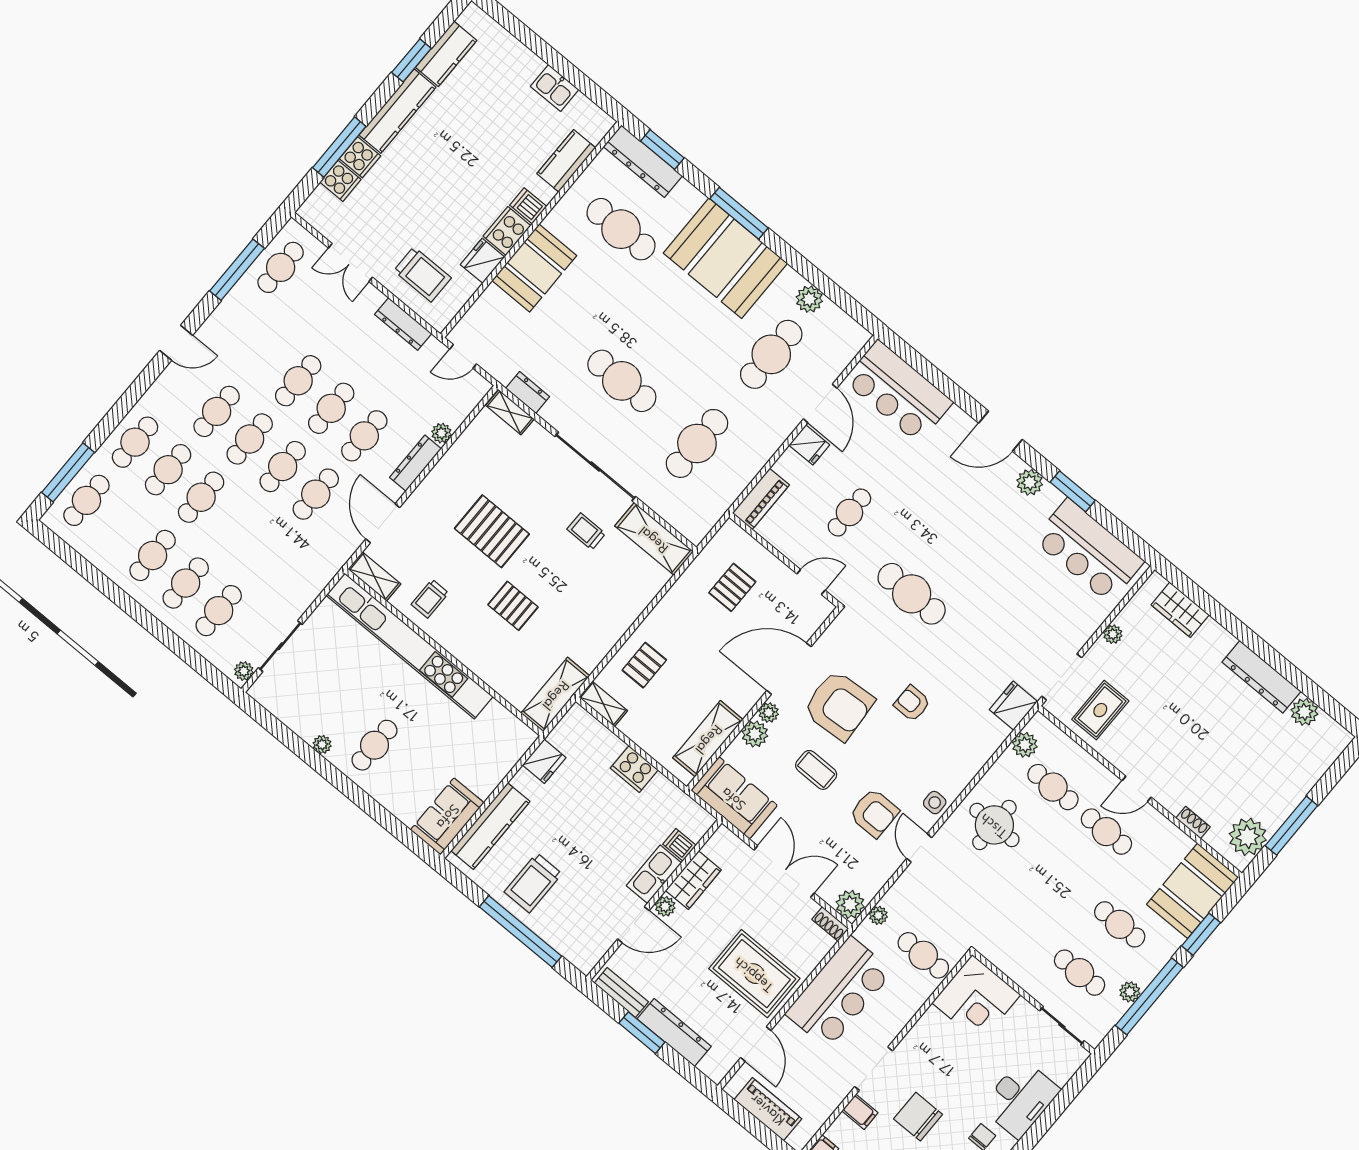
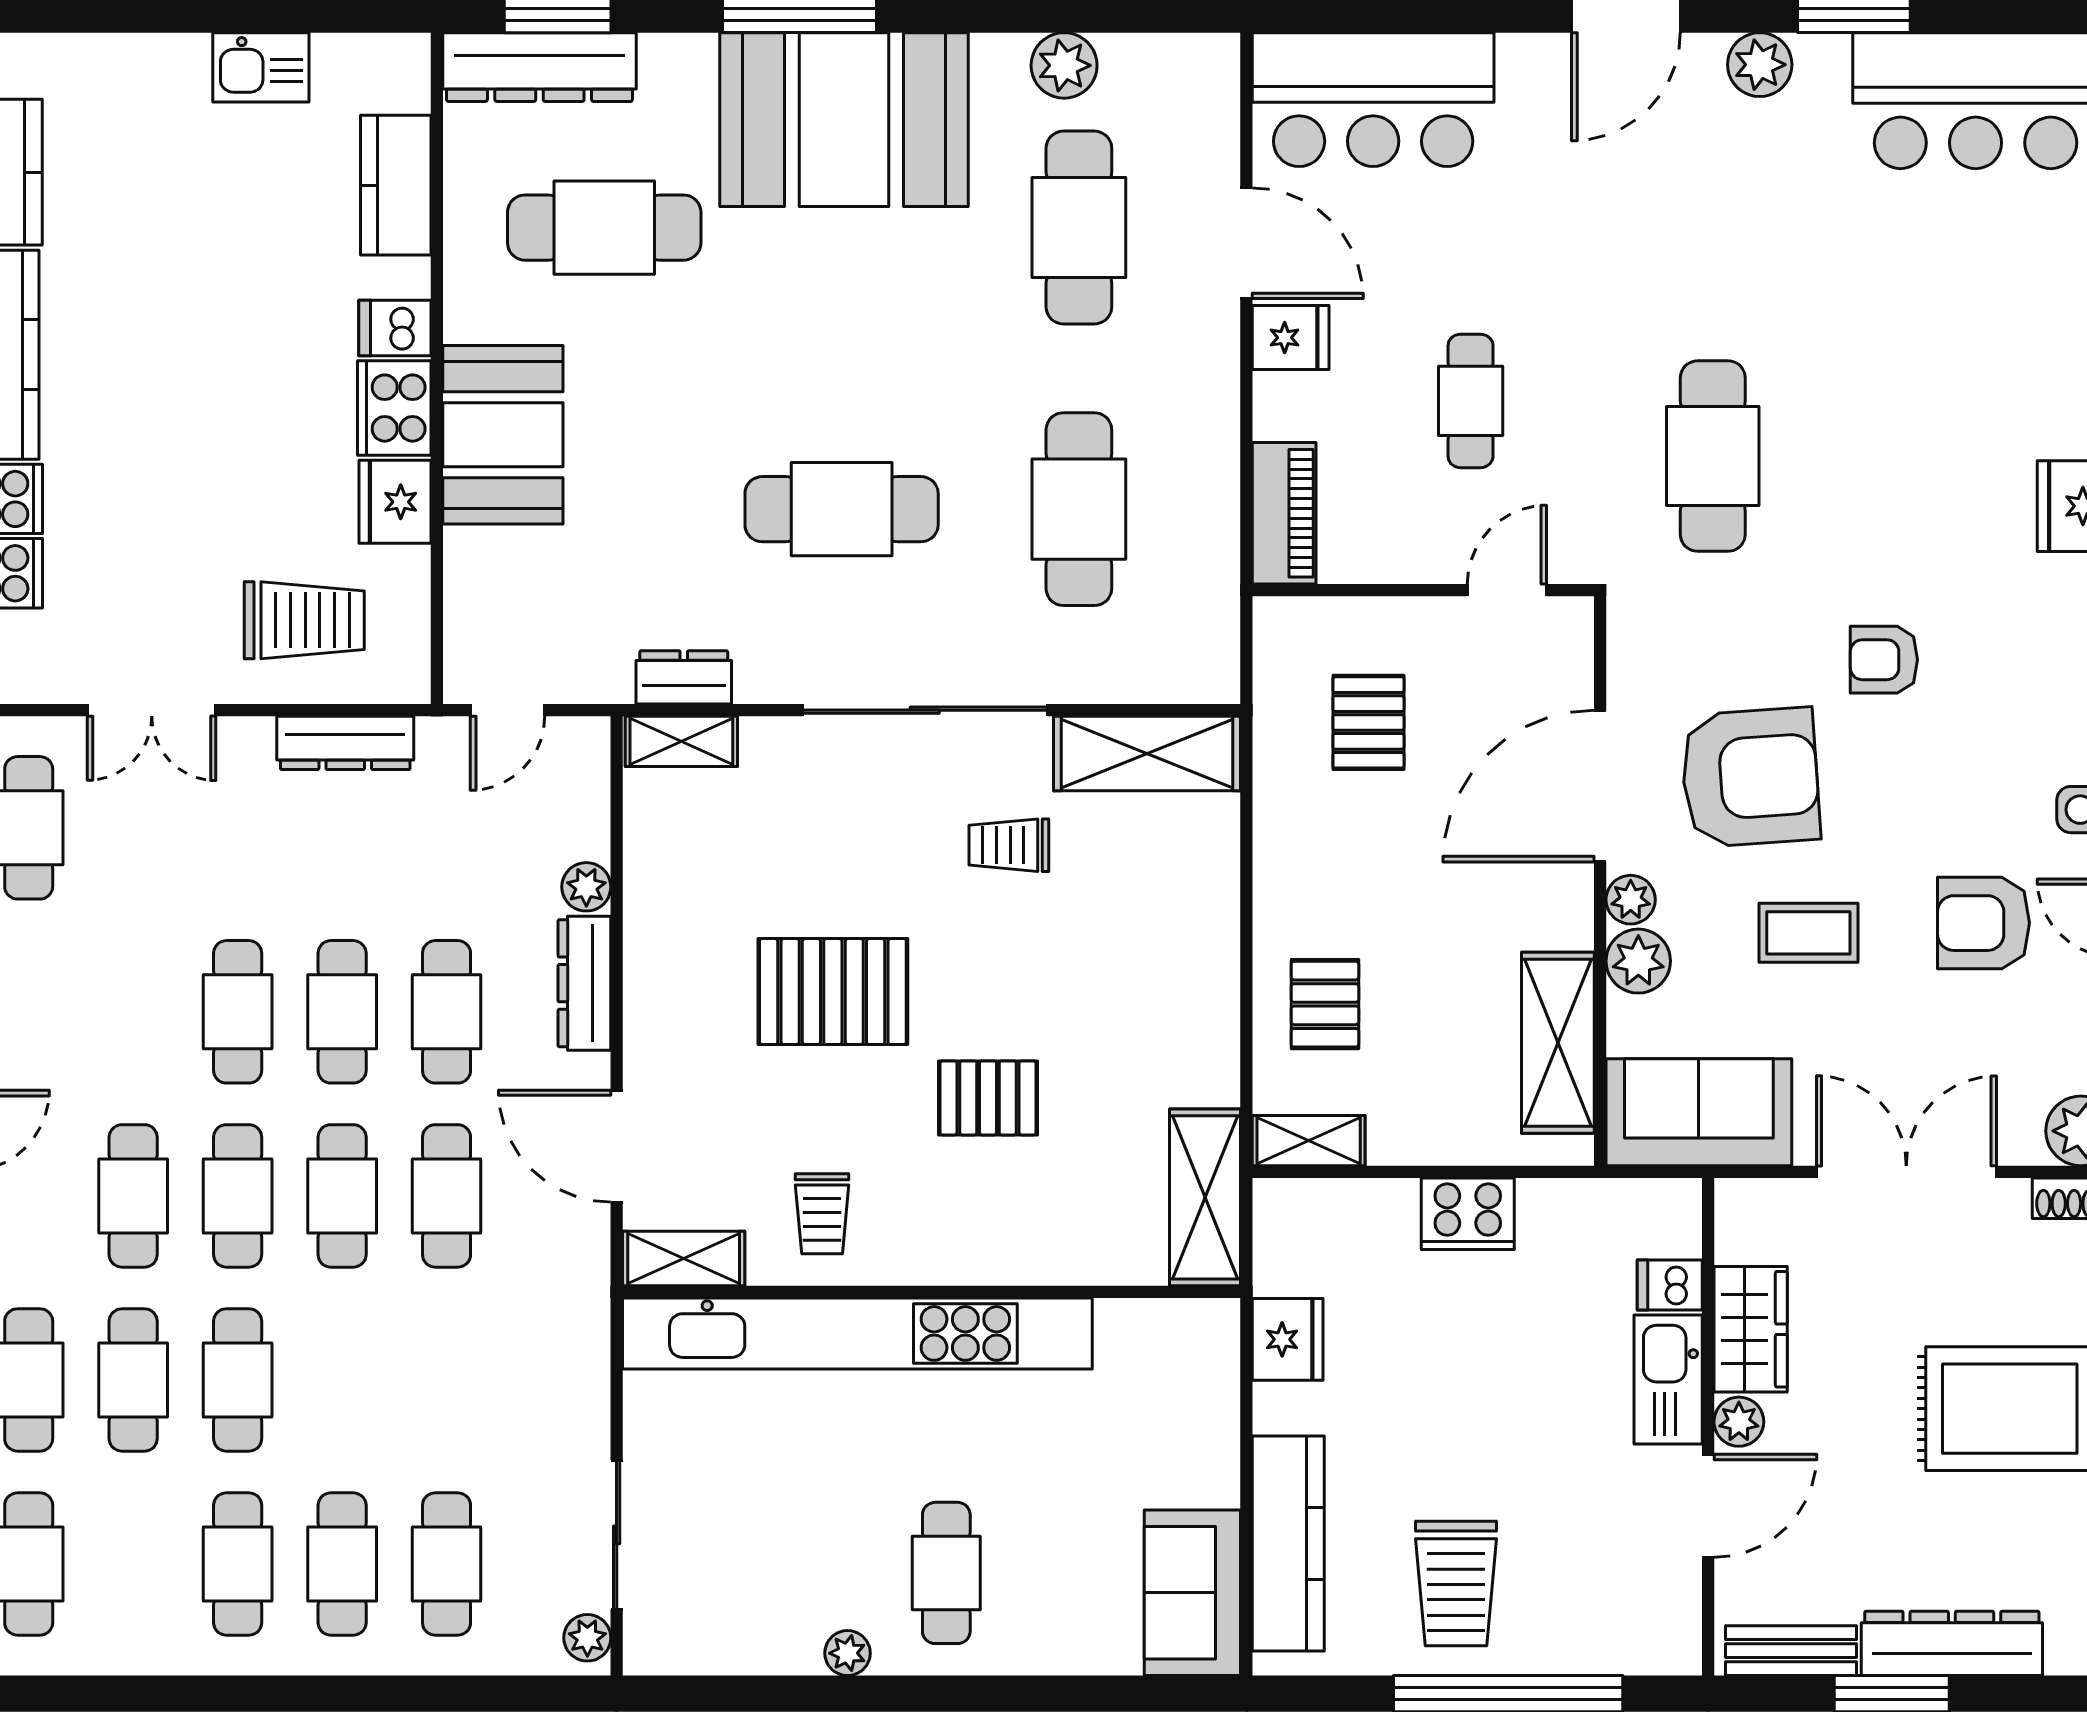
cafe table: (912, 594) -> (1713, 456), turned 90
armchair: (874, 813) -> (1984, 923), turned 180

